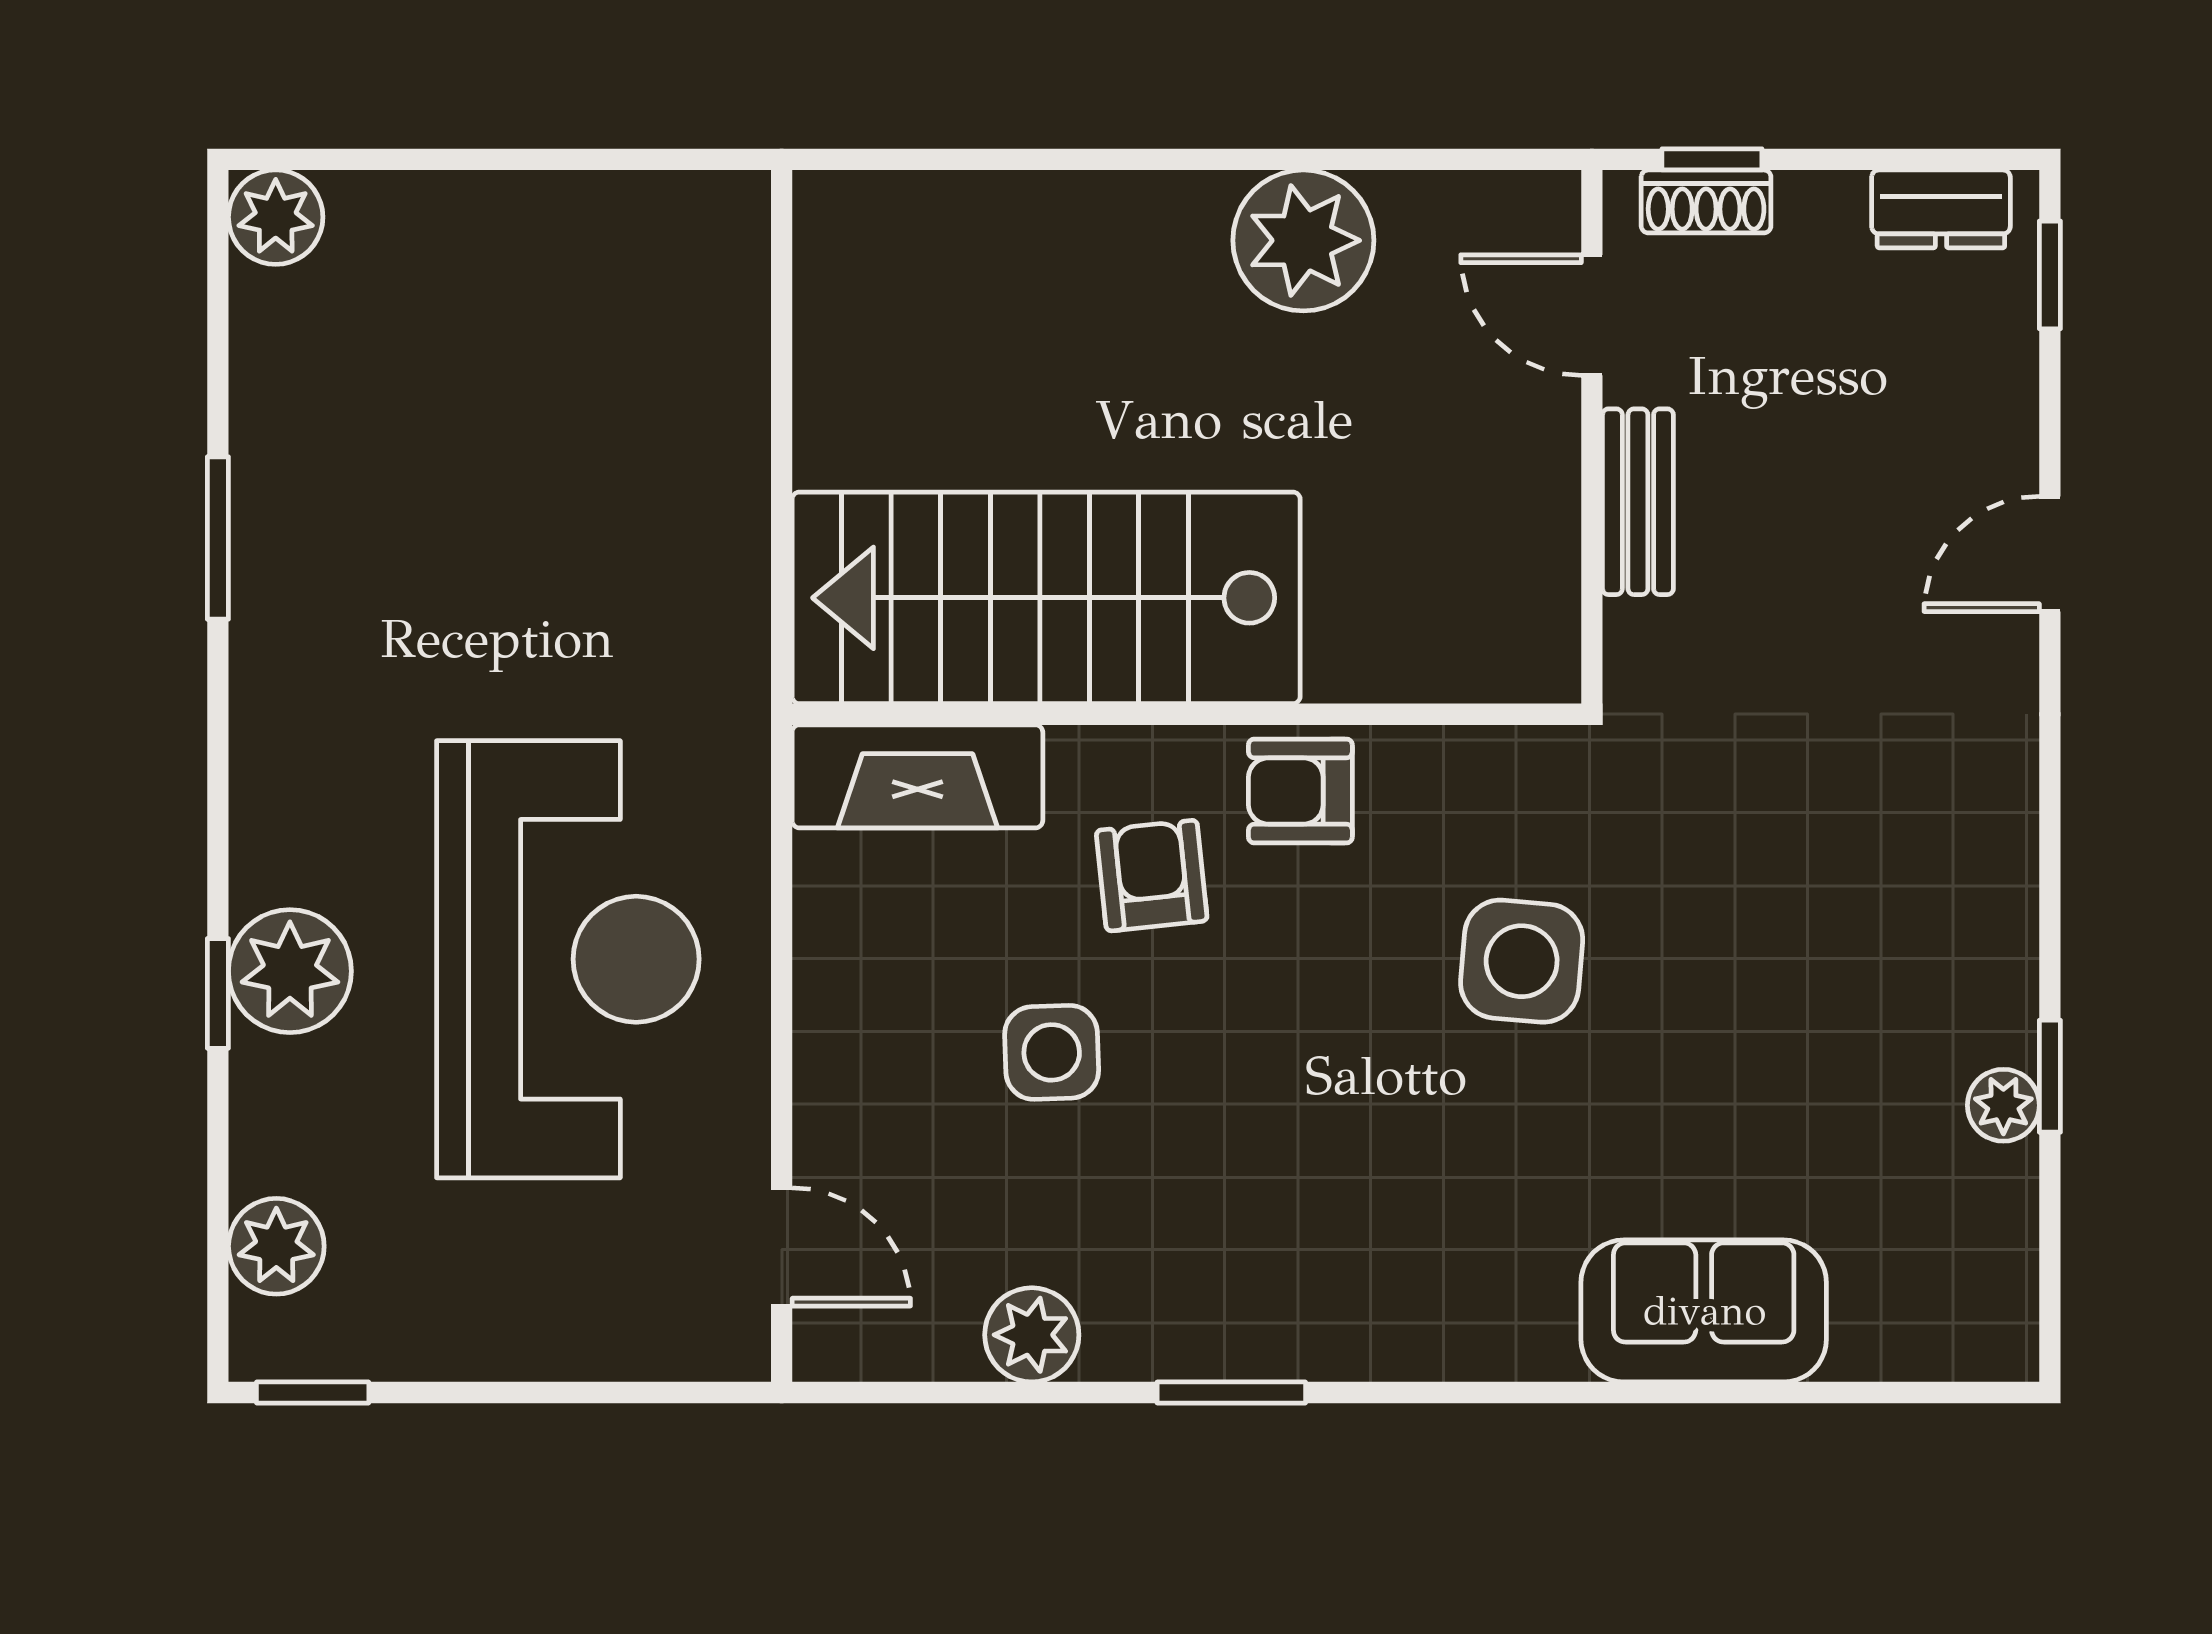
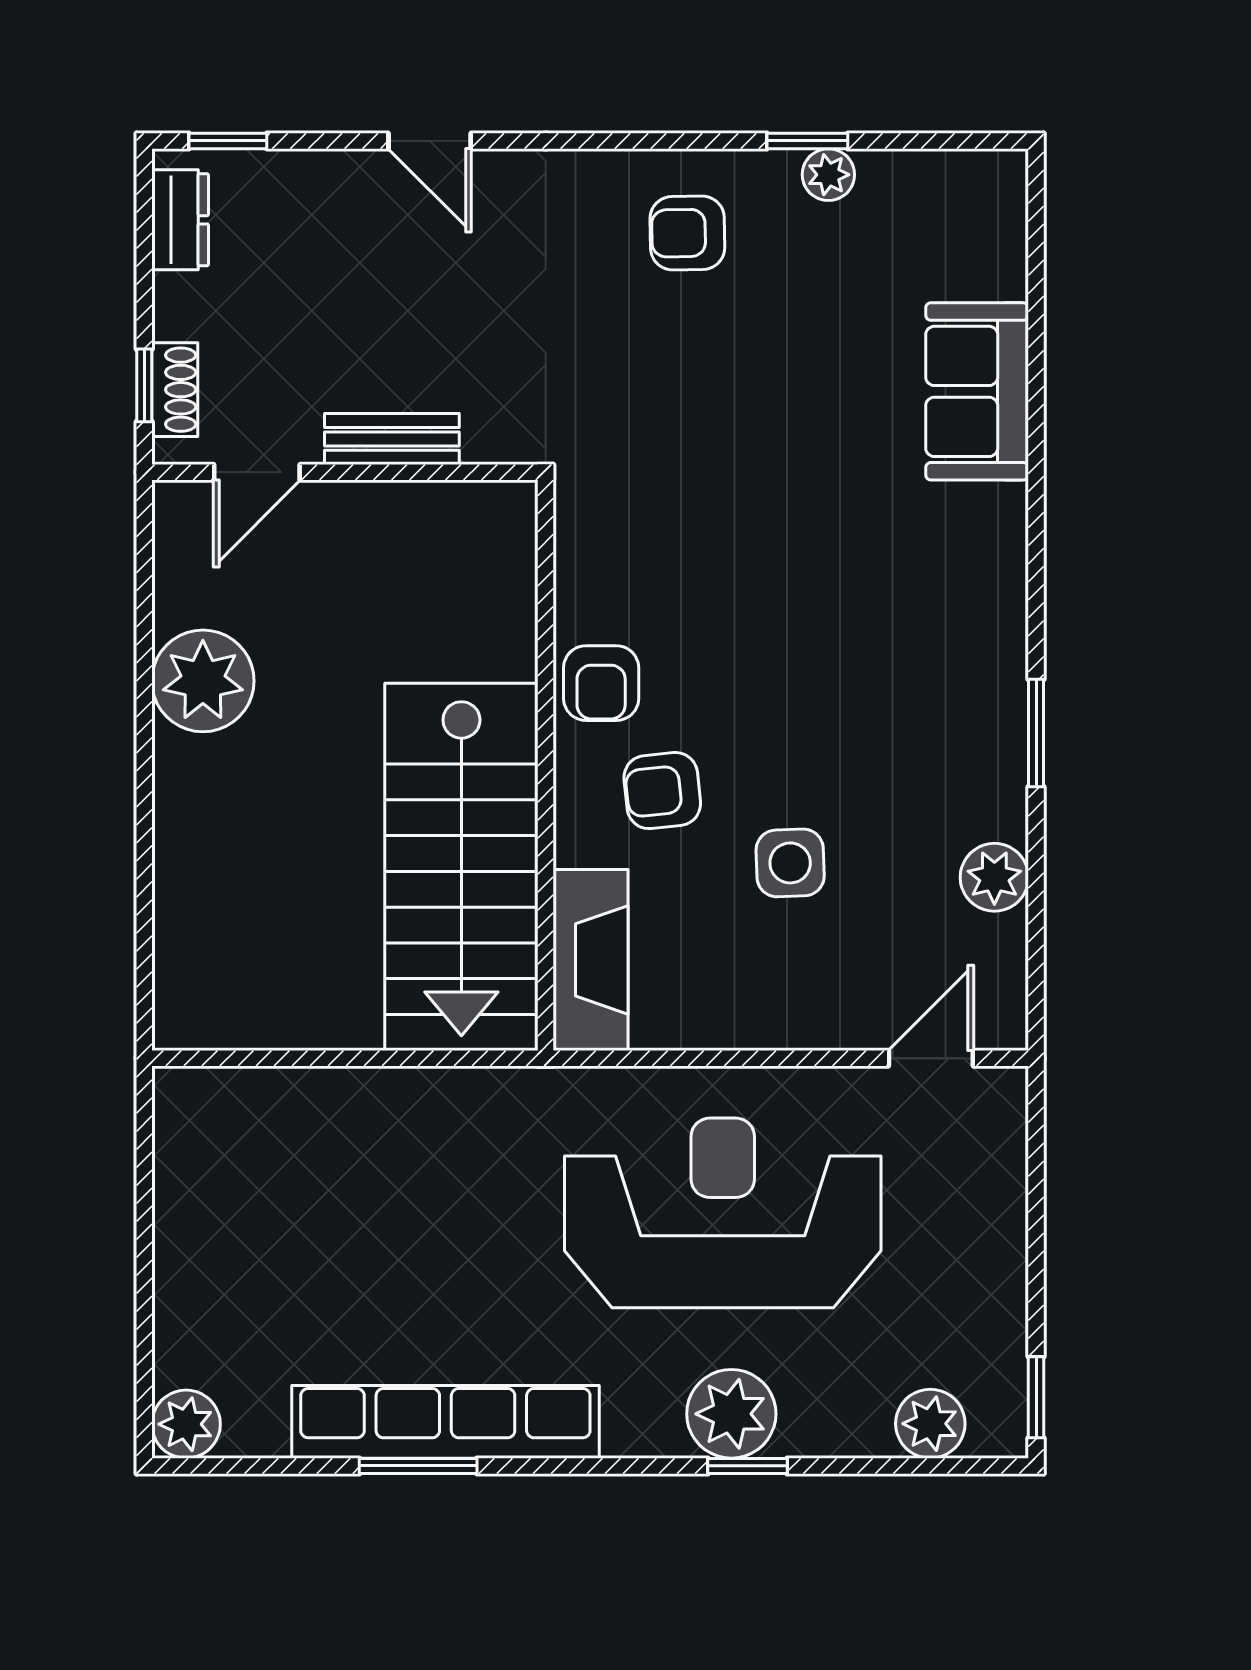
row of seats: (279, 576) -> (445, 1422), added
armchair: (1923, 910) -> (687, 233), added
side table: (1522, 961) -> (724, 523), removed

